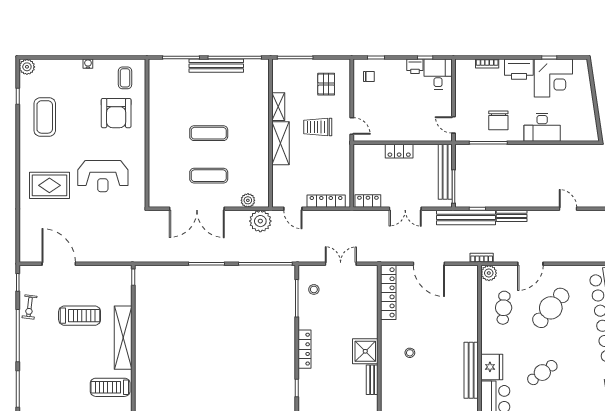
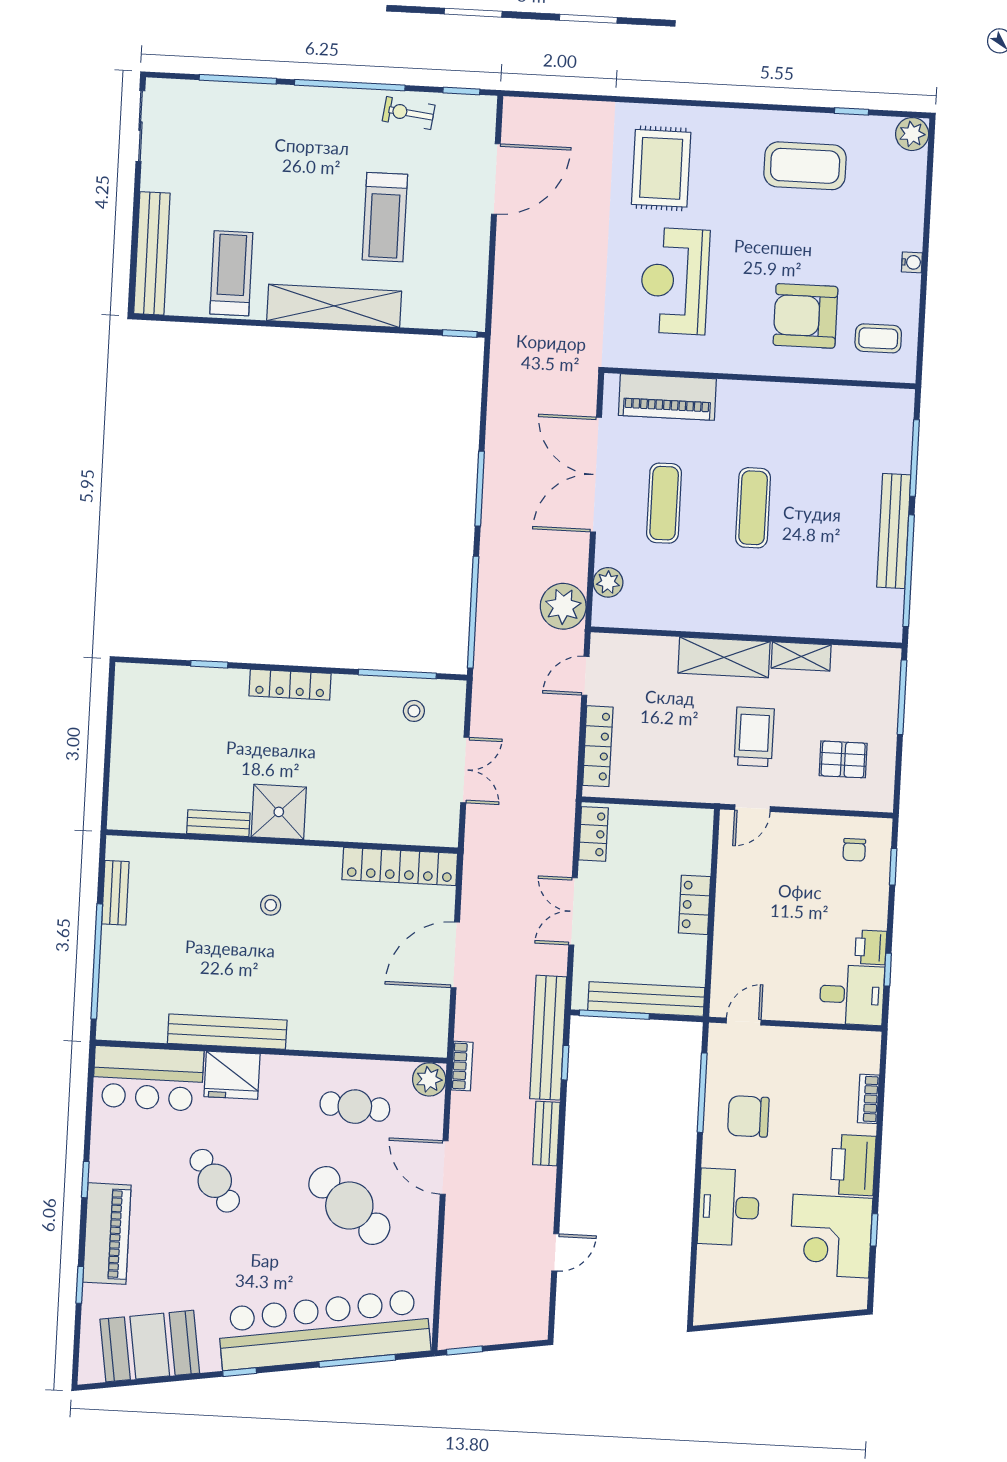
piano: (158, 177) -> (667, 397), added

